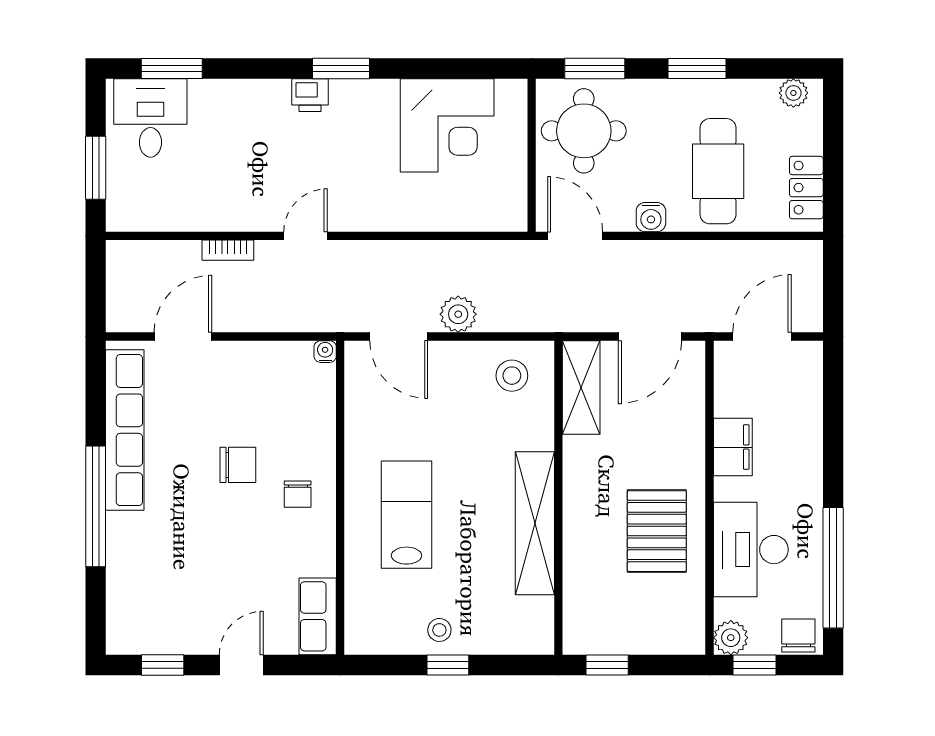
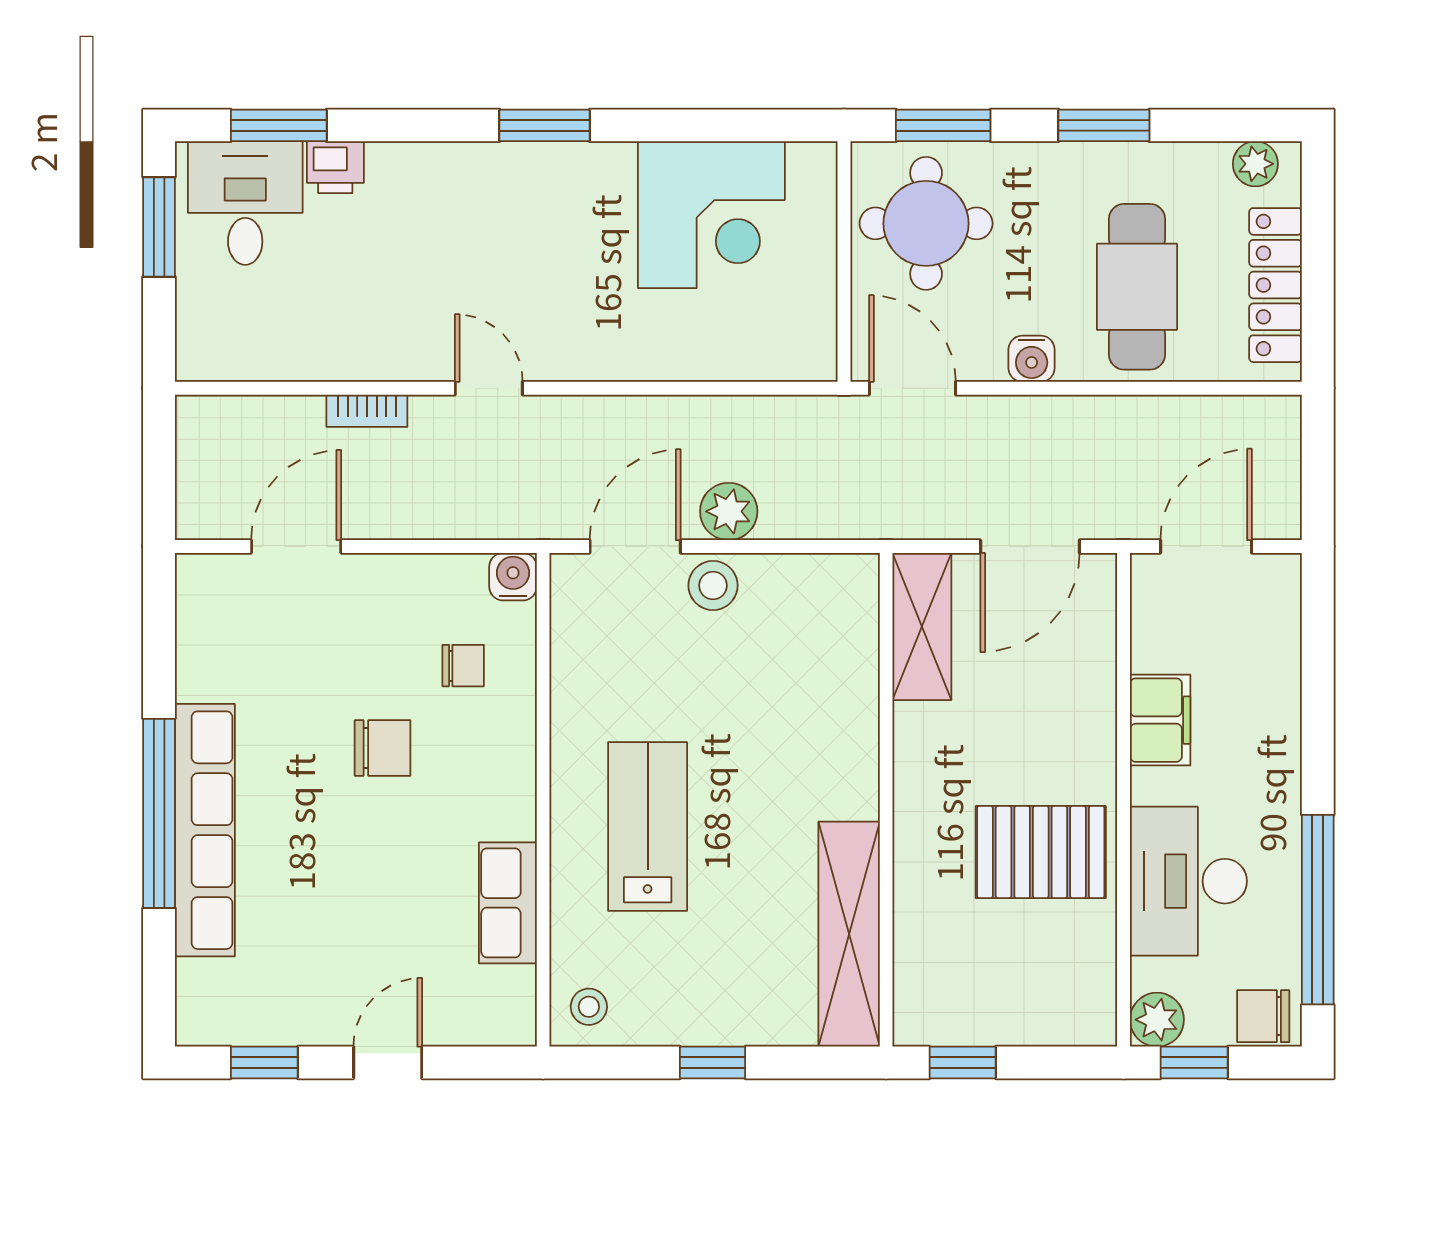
printer: (310, 95) -> (335, 167), moved
window: (96, 168) -> (159, 227), moved
locker: (806, 188) -> (1276, 285), width x1.53
door: (305, 236) -> (489, 388), hinge flipped
door: (399, 337) -> (635, 546), swing flipped
water cooler: (325, 352) -> (513, 577), width x1.38, depth x1.38
stool: (512, 376) -> (713, 585), moved
row of seats: (125, 430) -> (205, 830), moved
chair: (298, 494) -> (463, 666), moved, turned -90
shelving: (535, 523) -> (849, 934), moved
pallet: (657, 531) -> (1041, 852), turned 90
row of seats: (318, 616) -> (508, 903), moved
stool: (439, 630) -> (589, 1007), moved
chair: (798, 635) -> (1263, 1016), turned -90

